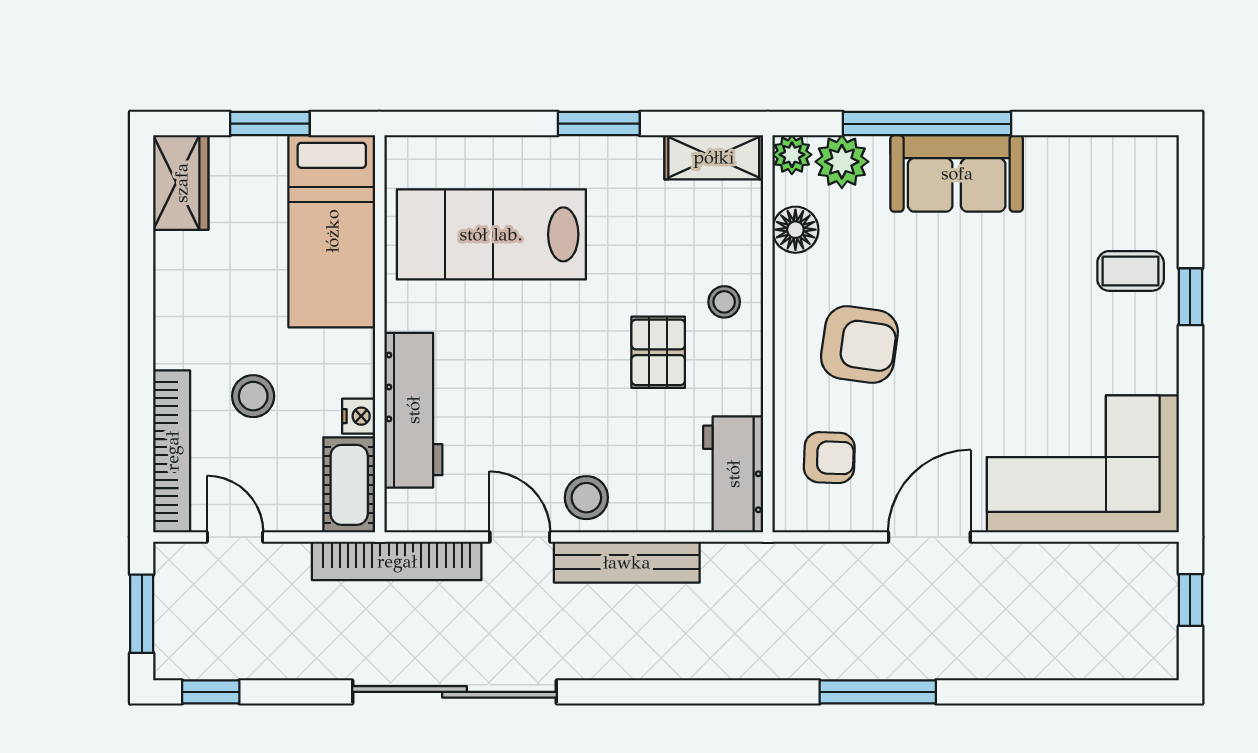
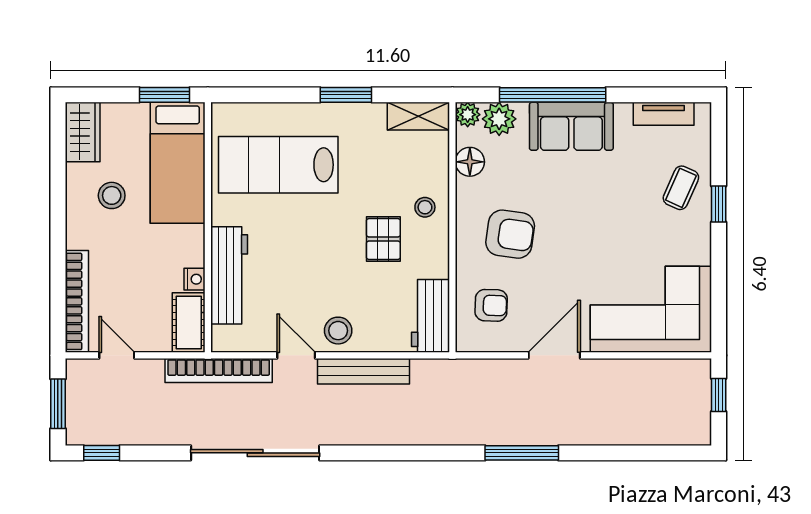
window: (270, 124) -> (165, 95), moved
tv unit: (1103, 153) -> (664, 114), added
coffee table: (1131, 271) -> (681, 188), turned -66
stool: (253, 396) -> (112, 195), moved

